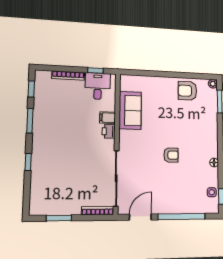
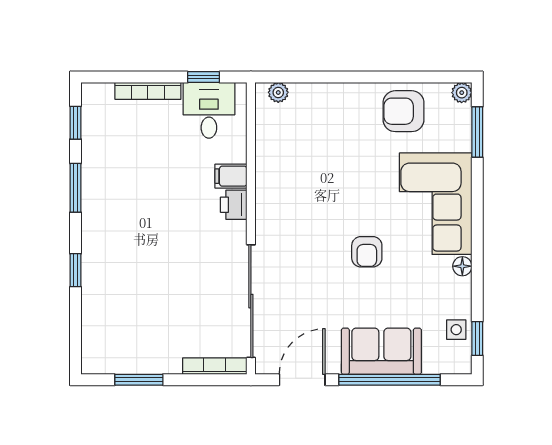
plant: (131, 79) -> (278, 92), added
sofa: (130, 110) -> (381, 351), moved, turned -90
corner sofa: (202, 133) -> (436, 204), added
armchair: (171, 155) -> (367, 252), turned 90

